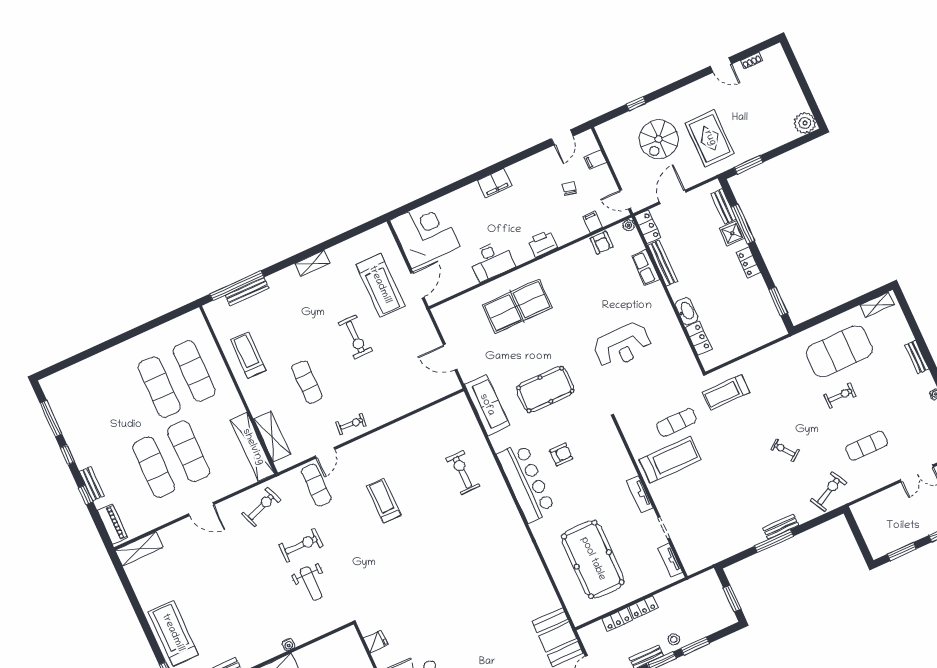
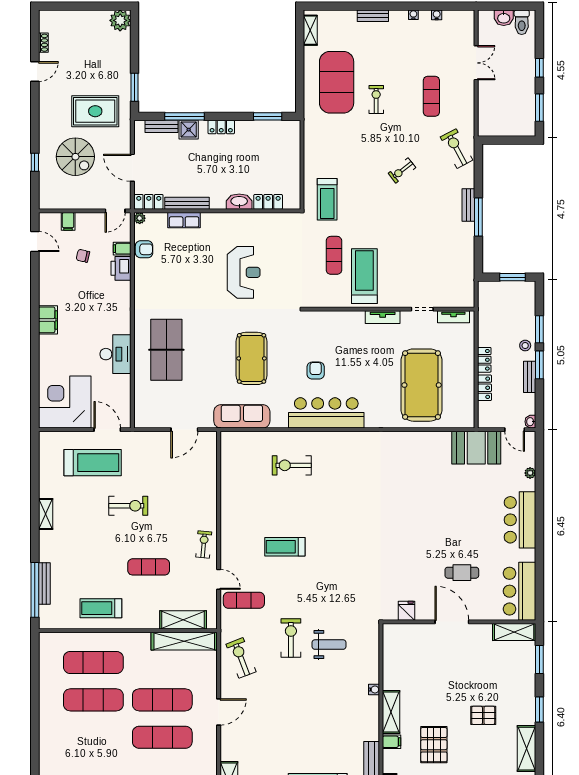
printer: (543, 243) -> (121, 268), moved
pool table: (593, 559) -> (422, 385), turned 90

